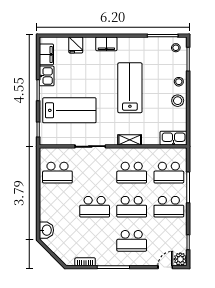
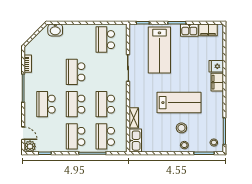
fridge: (76, 45) -> (216, 66), moved
stool: (178, 101) -> (181, 128), moved
shelving: (130, 140) -> (134, 118), moved

